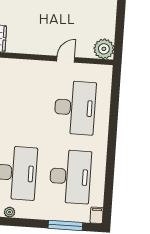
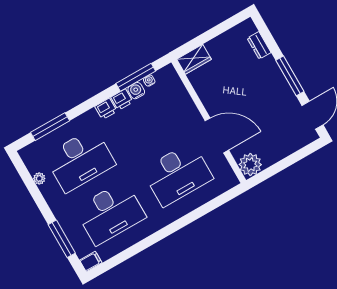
door: (66, 59) -> (217, 135), width x1.88

